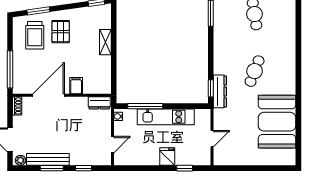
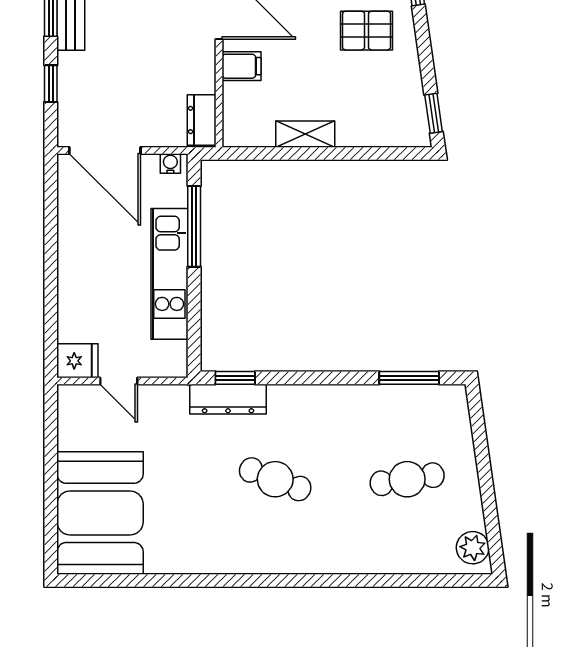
shelving: (105, 42) -> (305, 134), moved
booth: (277, 122) -> (100, 513), moved, turned 90
door: (112, 145) -> (105, 150), width x1.87
fridge: (167, 157) -> (77, 361), moved
window: (185, 168) -> (51, 317), removed

